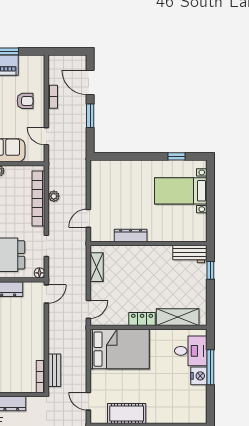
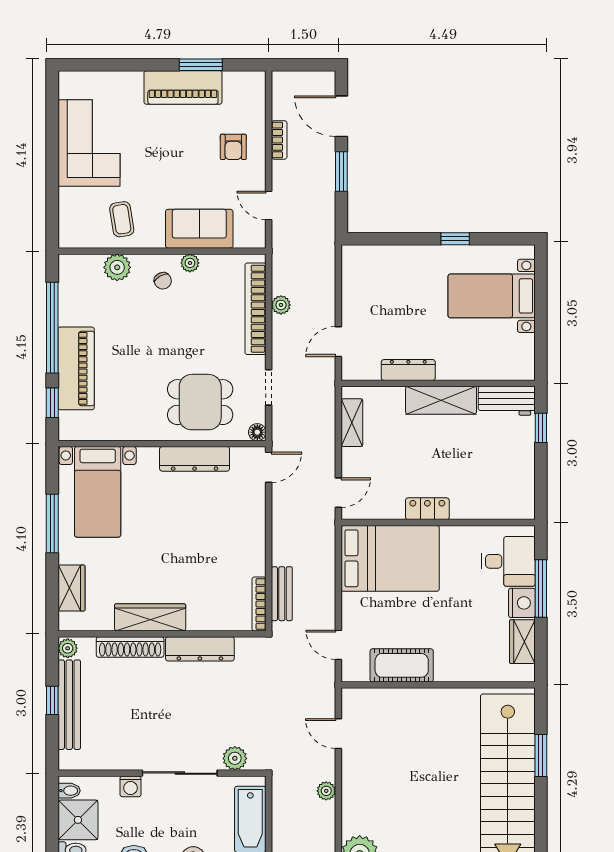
armchair: (25, 101) -> (233, 147), turned 90
window: (177, 156) -> (455, 239), moved
shelving: (178, 317) -> (441, 400), moved
wardrobe: (199, 399) -> (522, 642), added

